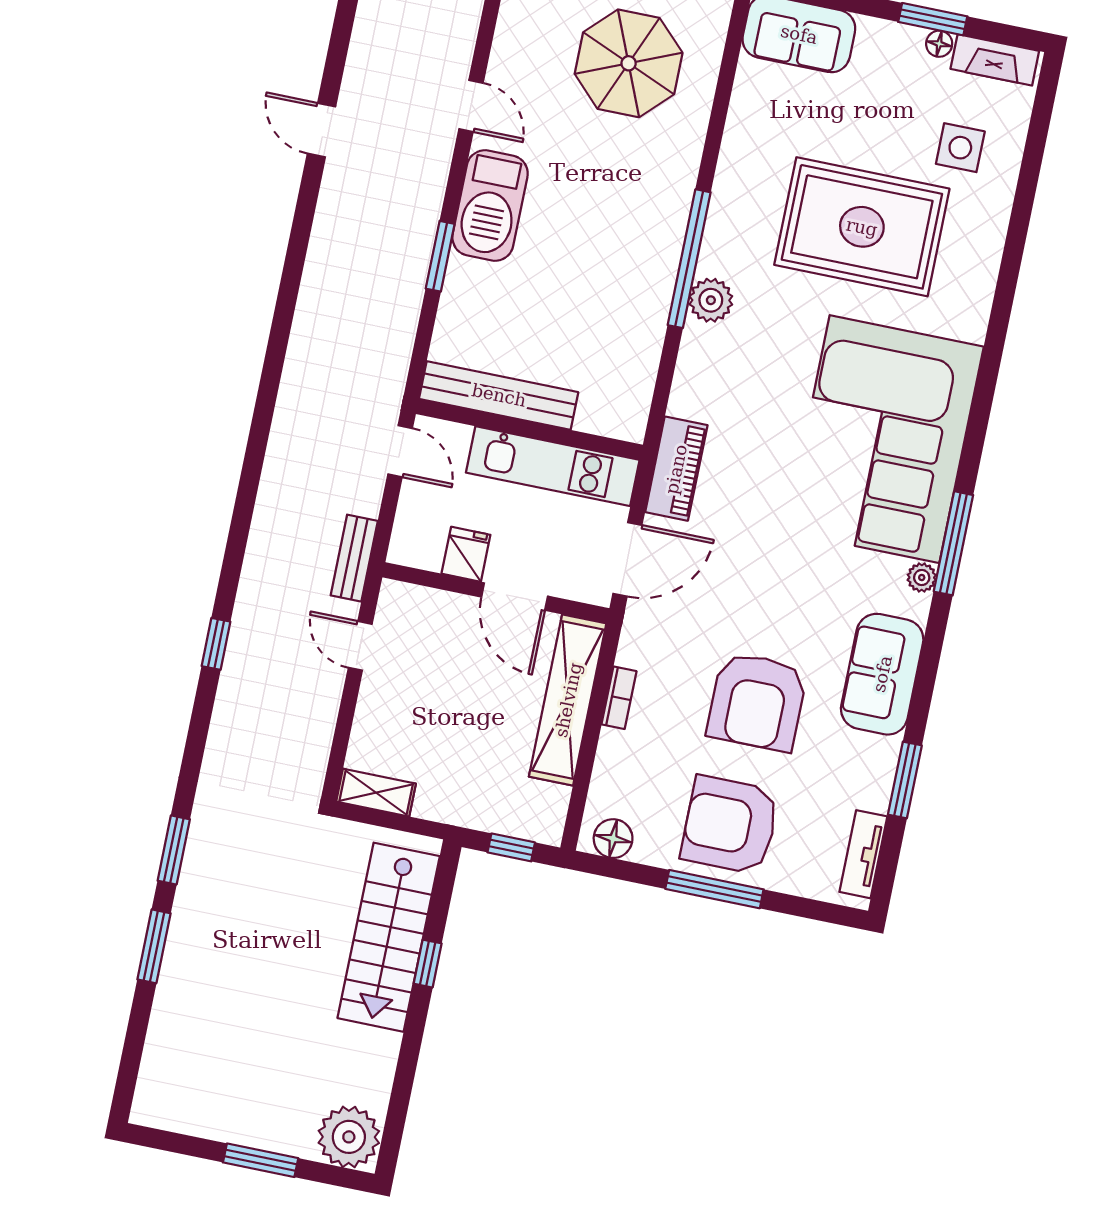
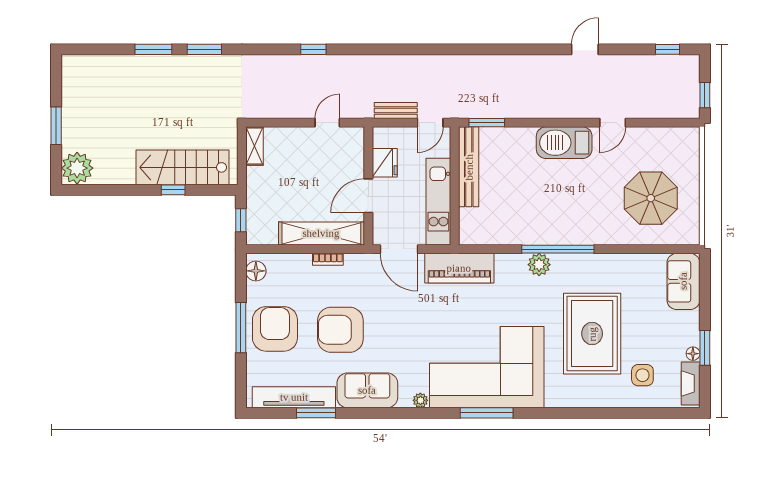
window: (440, 256) -> (487, 123), moved
piano: (676, 469) -> (459, 268), width x1.37, depth x1.33
window: (953, 543) -> (487, 413), moved
fridge: (466, 554) -> (385, 163), width x1.38
bench: (354, 558) -> (396, 110), moved
tv unit: (863, 854) -> (294, 397), width x1.92, depth x1.29

